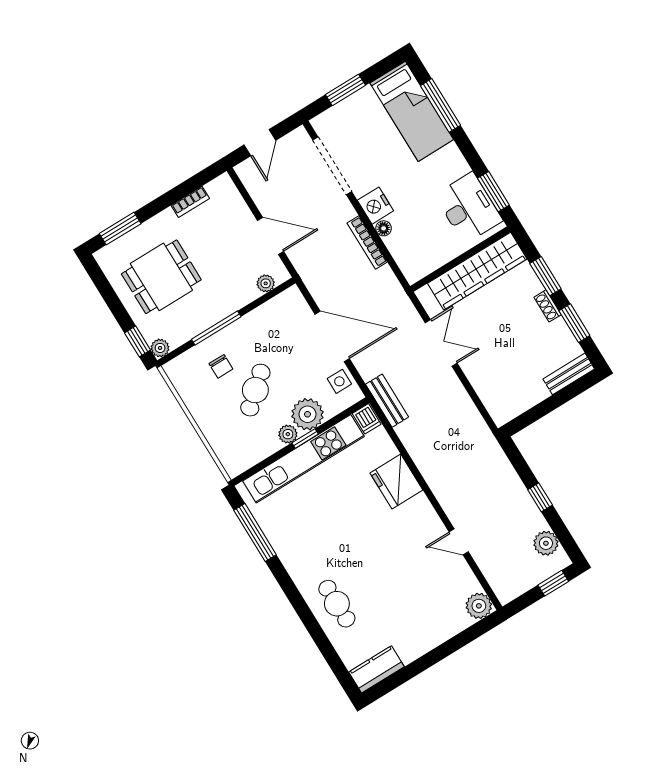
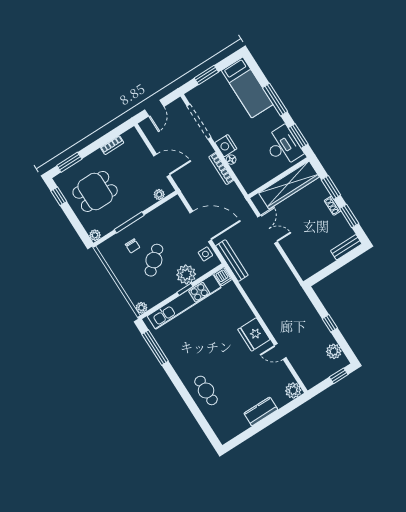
window: (440, 105) -> (275, 100), moved
window: (137, 341) -> (59, 196), moved
bench: (387, 401) -> (232, 261), width x1.36
plant: (288, 434) -> (141, 308), moved
fridge: (396, 481) -> (254, 334), moved
kitchen counter: (377, 669) -> (261, 411), moved

